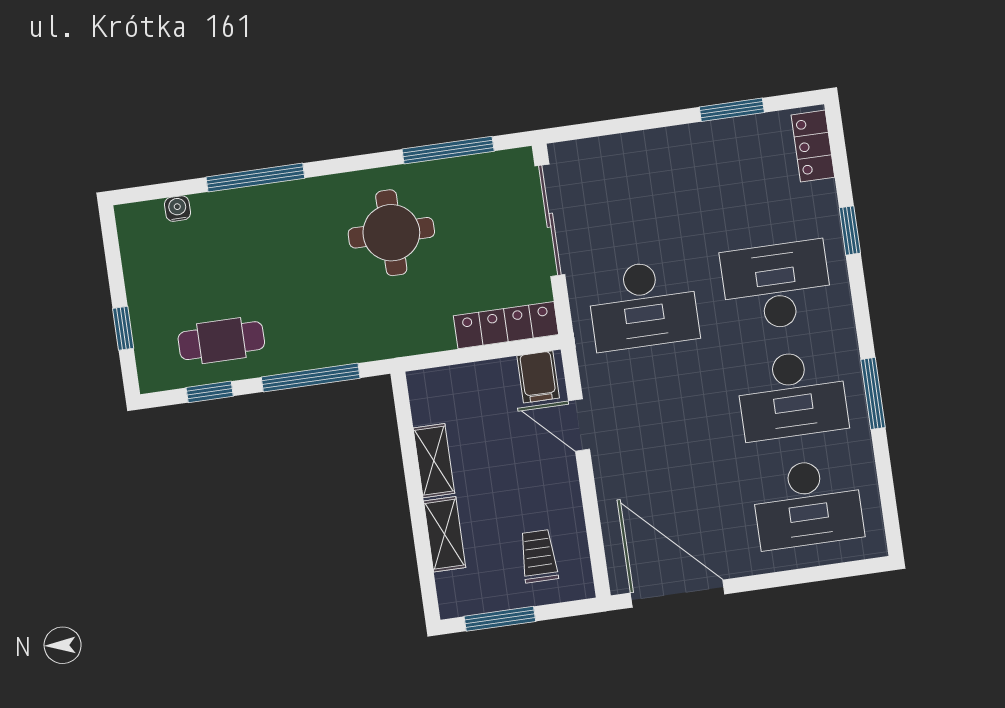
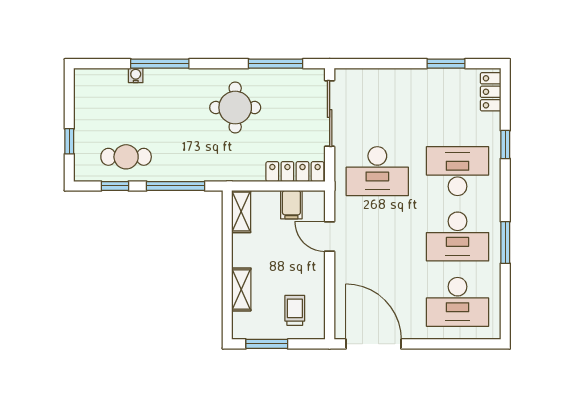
water cooler: (177, 209) -> (136, 75), moved
filing cabinet: (538, 377) -> (291, 205), moved
shelving: (434, 461) -> (241, 212), moved

